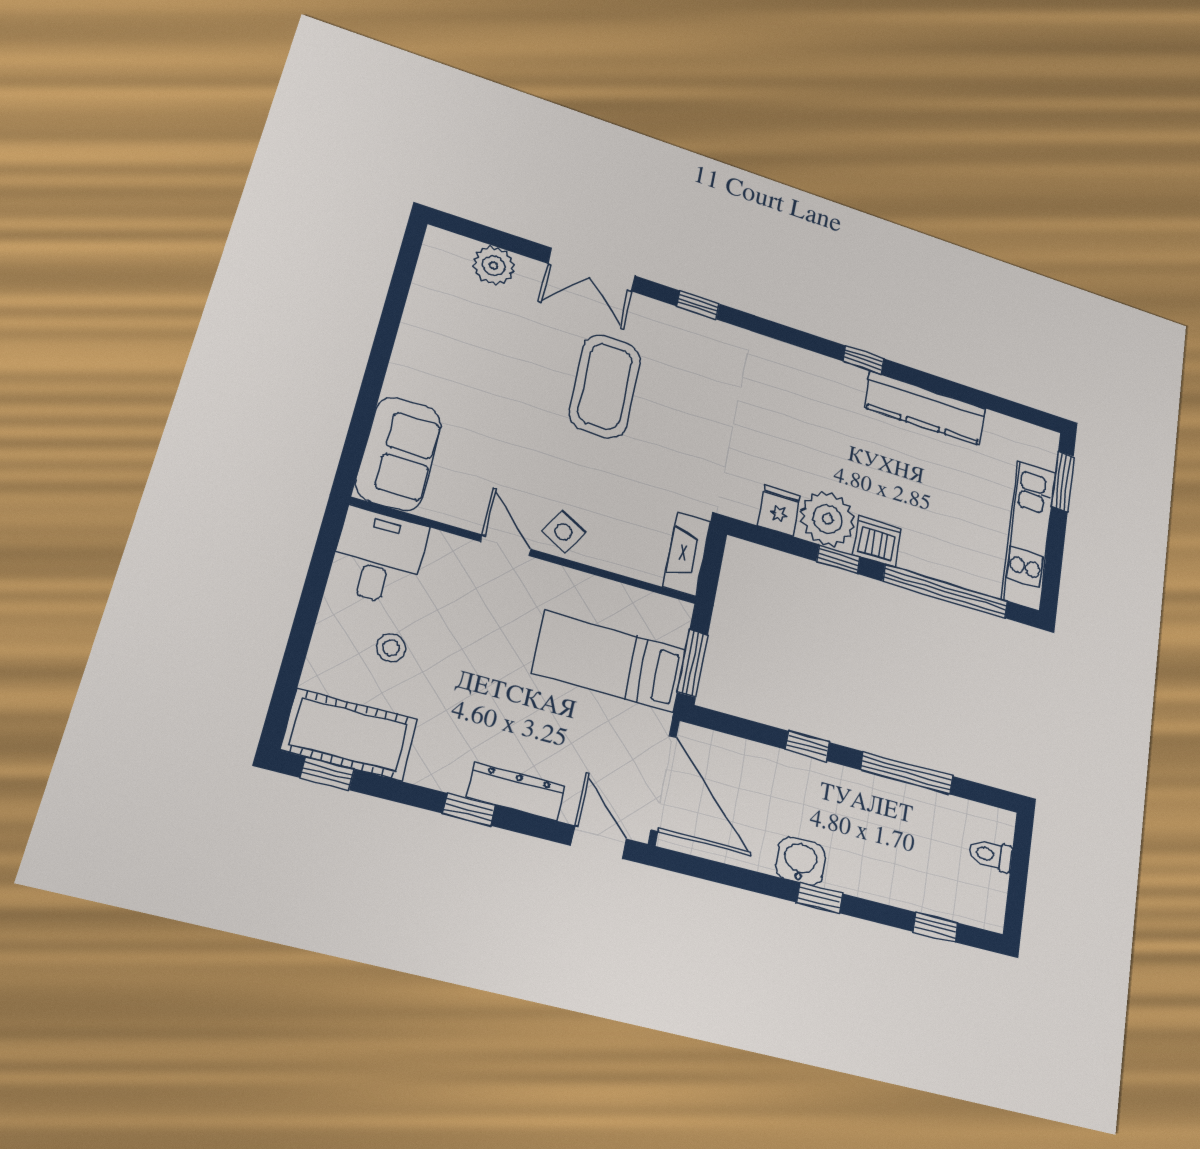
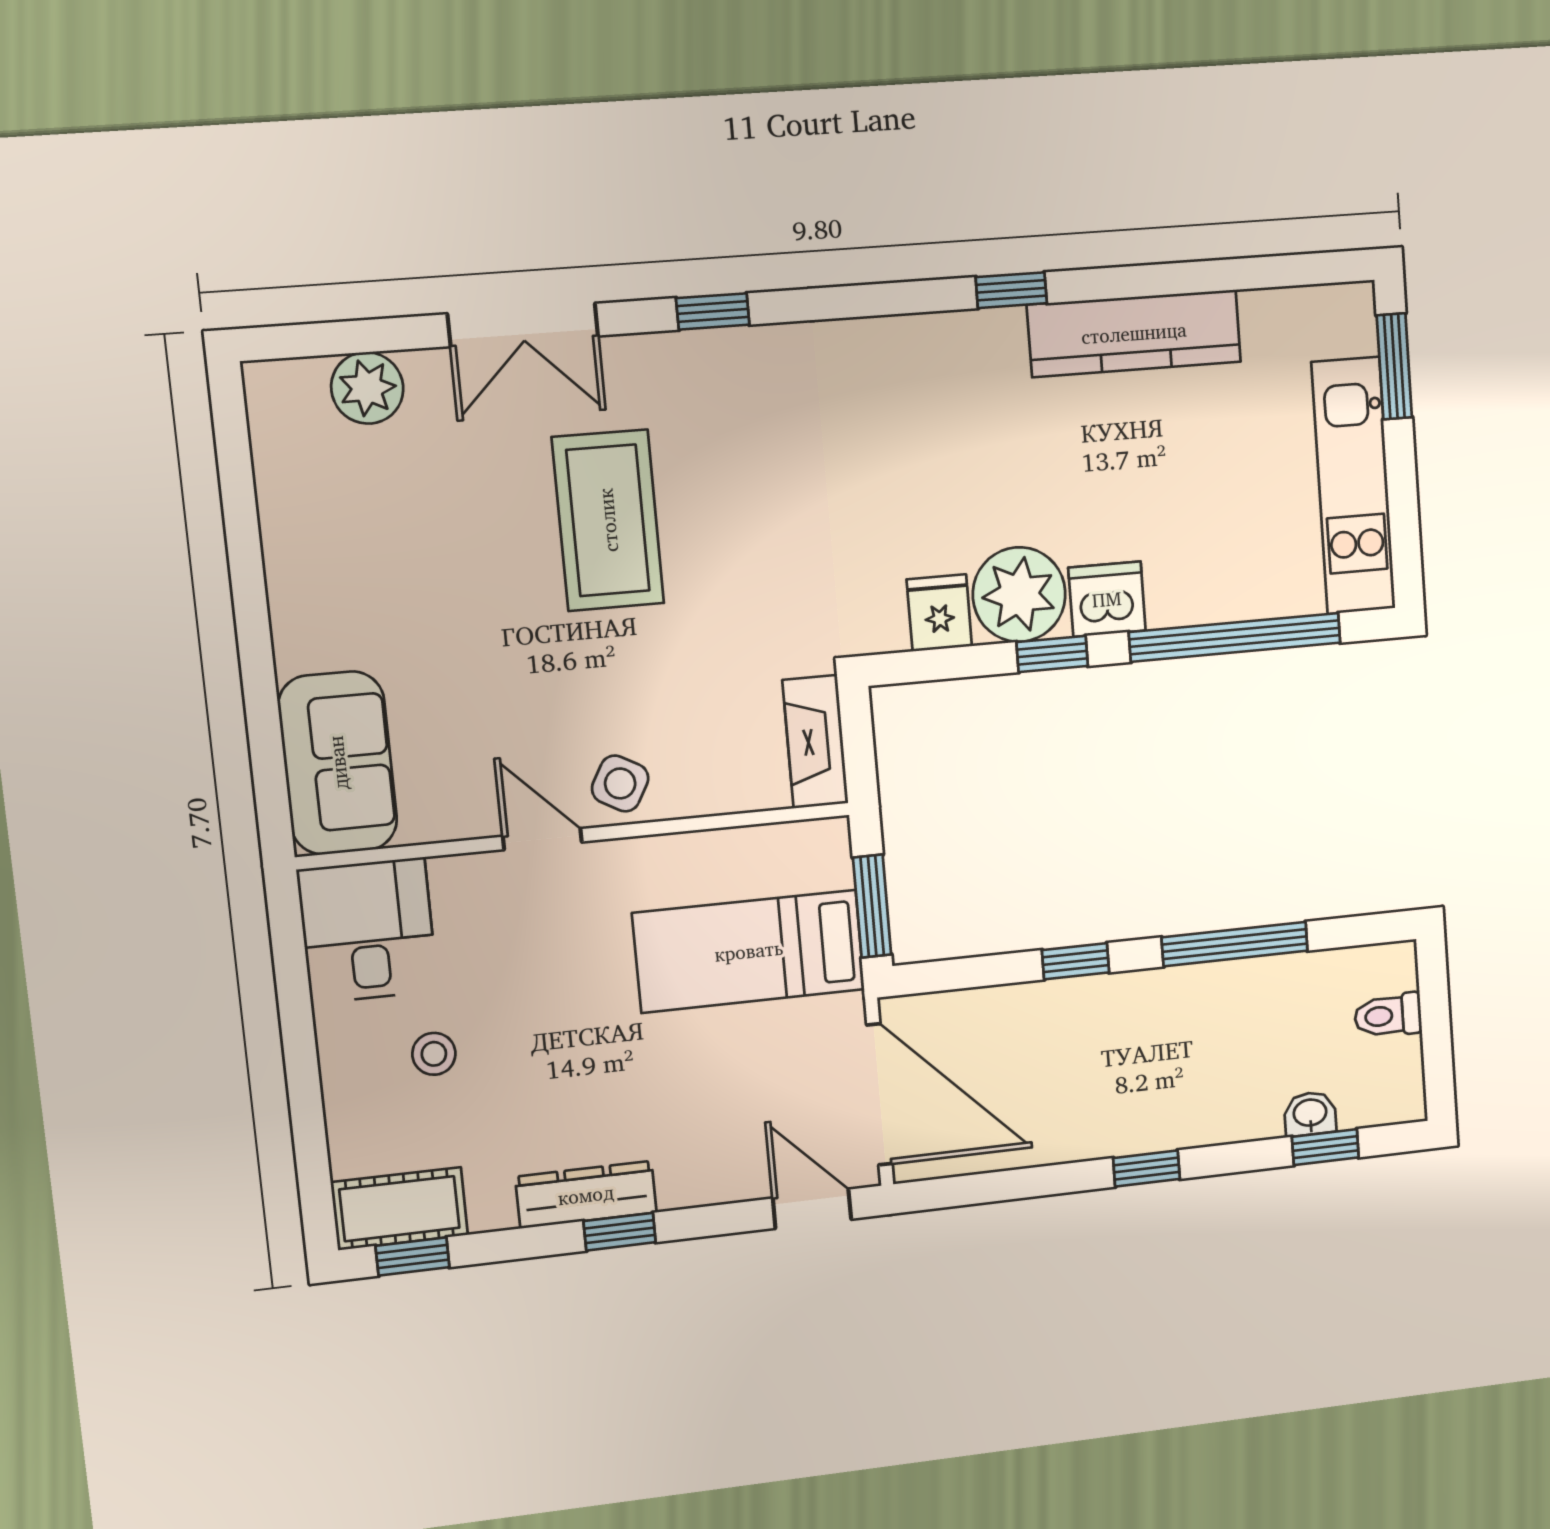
cot: (349, 735) -> (400, 1209), width x0.73, depth x0.75
dresser: (516, 792) -> (586, 1195), moved
washbasin: (800, 861) -> (1310, 1114), moved, width x0.72, depth x0.69

